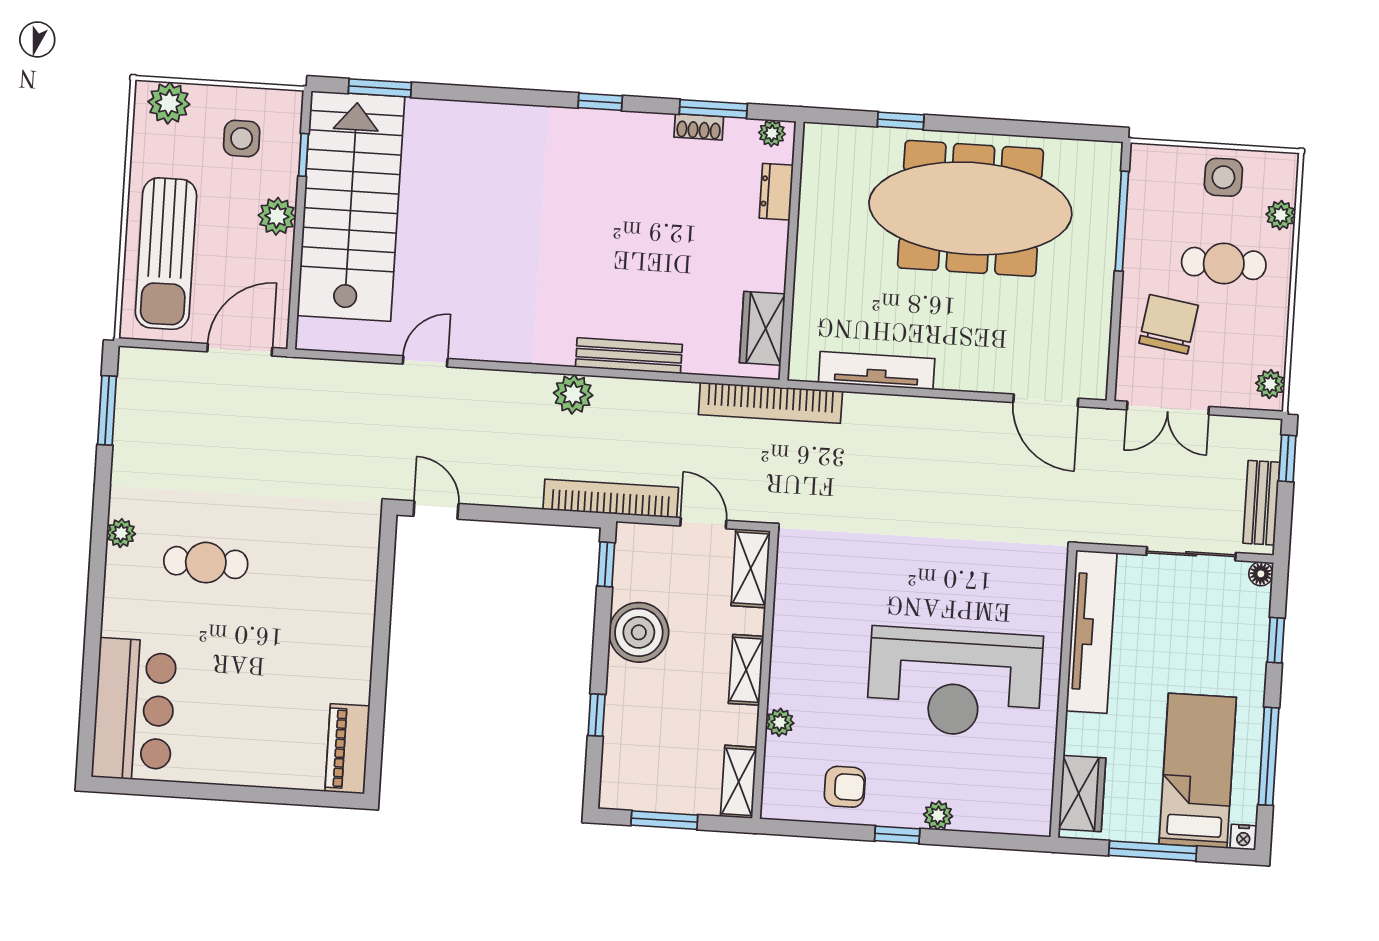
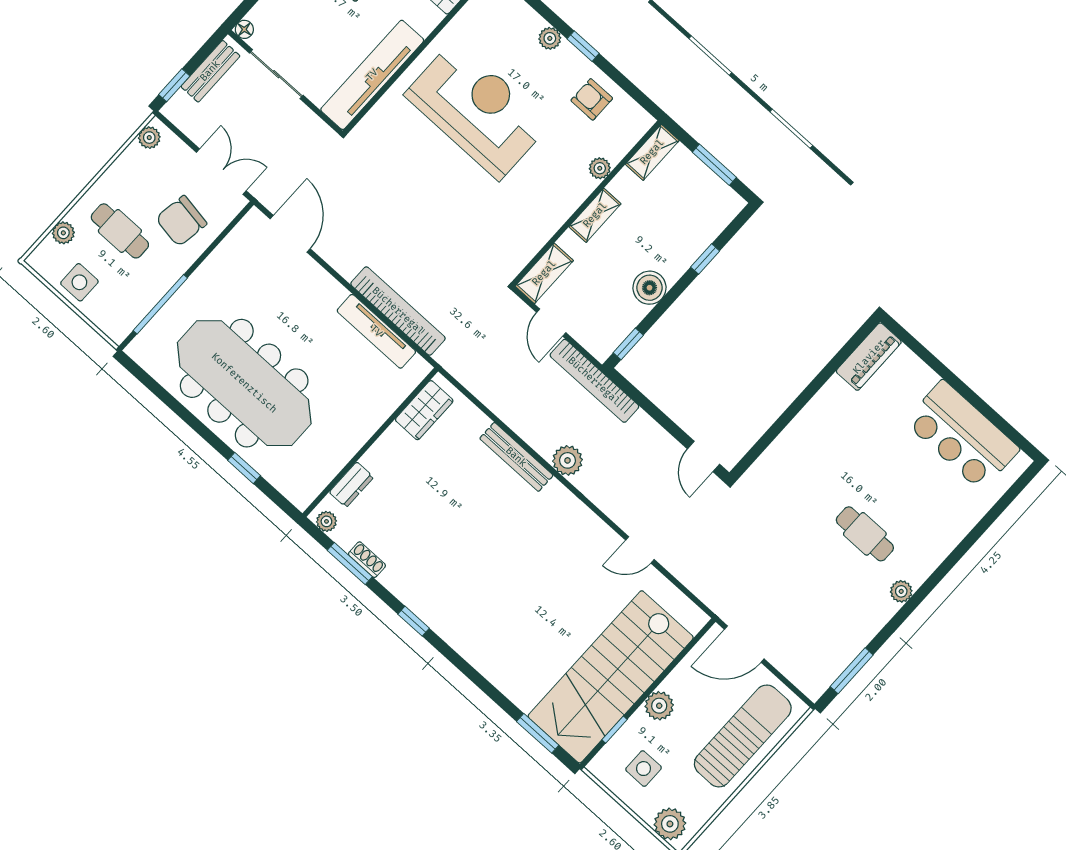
bookcase: (770, 403) -> (398, 311), moved
boiler: (639, 632) -> (649, 288), width x0.73, depth x0.73
bar counter: (134, 710) -> (962, 435), moved, turned -90

